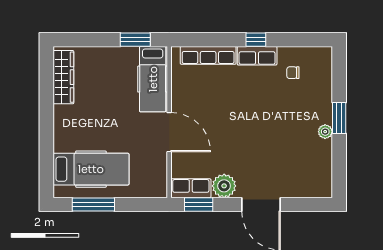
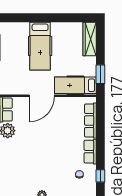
window: (256, 40) -> (100, 176), moved
wardrobe: (63, 77) -> (90, 39), moved, turned 90
hospital bed: (91, 169) -> (40, 46), moved

